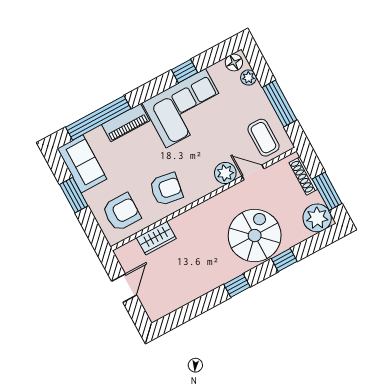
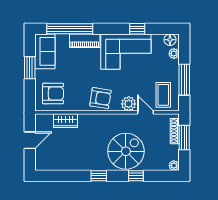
armchair: (166, 189) -> (100, 98), moved
window: (327, 191) -> (184, 137), moved
plant: (317, 218) -> (174, 166), width x0.53, depth x0.53

